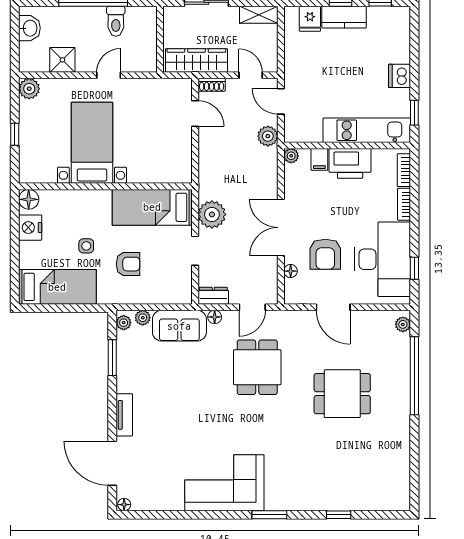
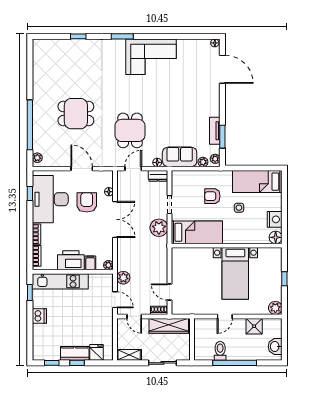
tv unit: (124, 415) -> (215, 131), moved

